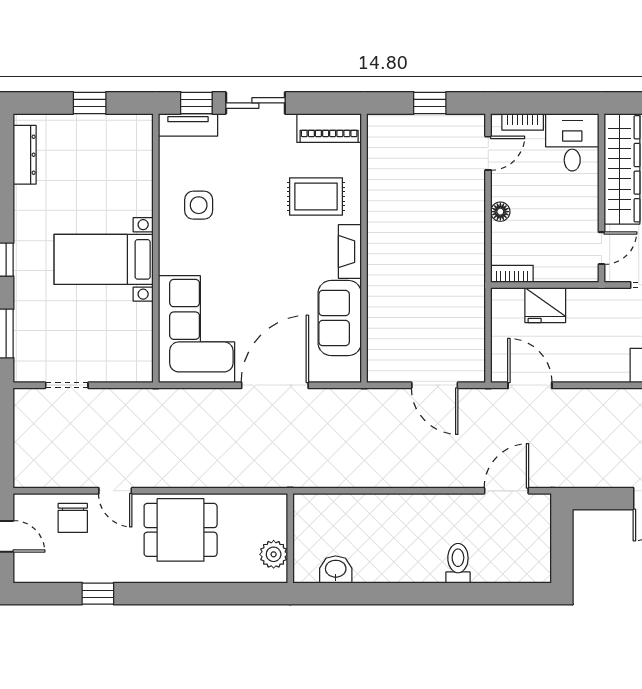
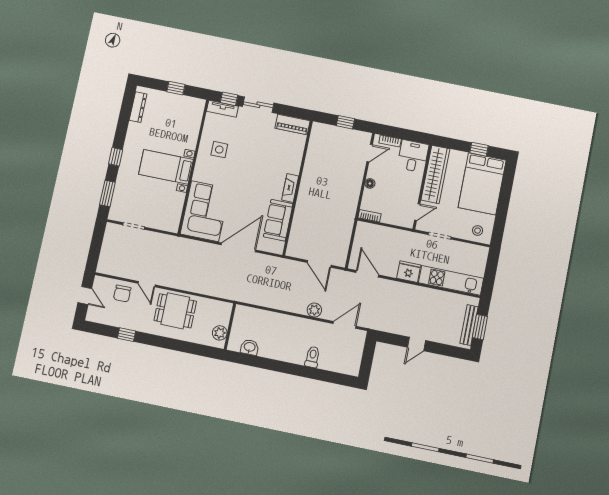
rug: (316, 196) -> (279, 157), removed
fridge: (545, 305) -> (409, 272), moved, turned 180
plant: (443, 474) -> (314, 310), added

